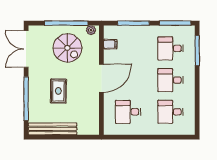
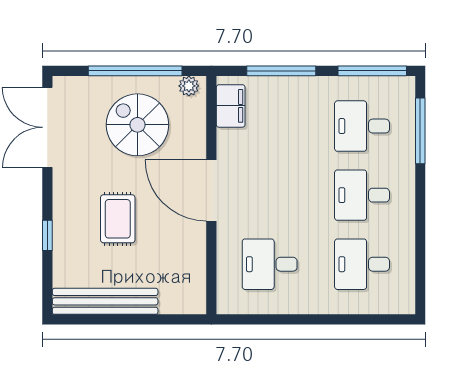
filing cabinet: (110, 44) -> (231, 106), width x2.00
spiral stairs: (67, 48) -> (137, 125), turned 180
door: (101, 78) -> (211, 191), swing flipped
window: (26, 99) -> (47, 235), width x0.32

